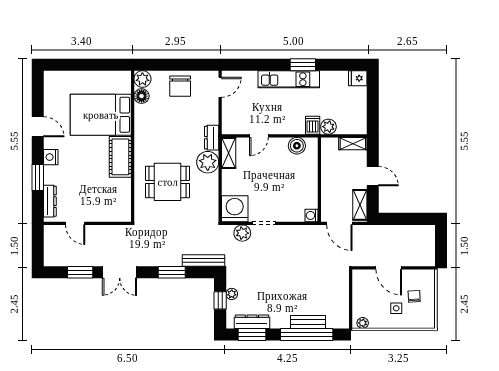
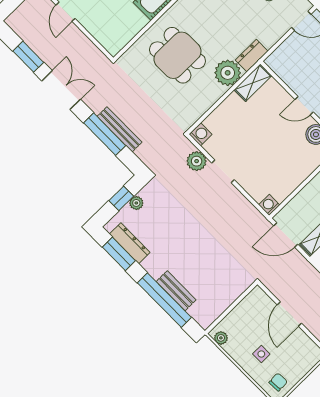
door: (259, 136) -> (304, 106), moved
washing machine: (235, 209) -> (200, 134), width x0.53, depth x0.53
door: (339, 223) -> (286, 235), hinge flipped
bench: (203, 260) -> (120, 129), moved
double door: (120, 272) -> (61, 90), swing flipped
window: (172, 272) -> (105, 134), width x1.44
chair: (414, 296) -> (278, 382), moved

